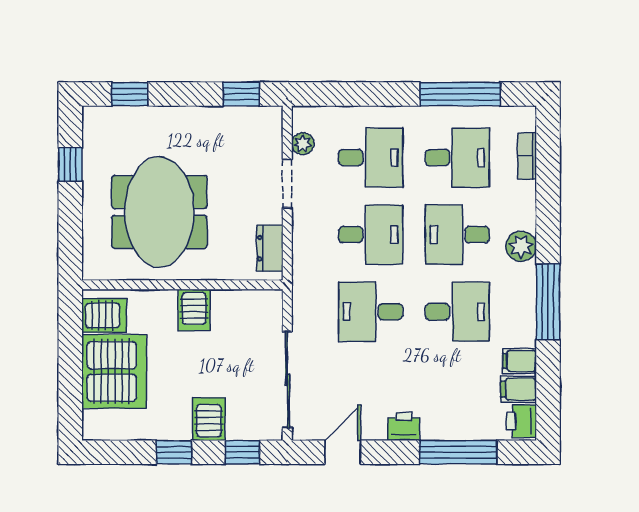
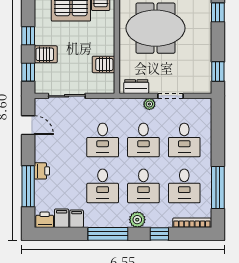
plant: (303, 144) -> (149, 104), moved
bookcase: (527, 156) -> (192, 223), width x1.56
window: (548, 205) -> (159, 234), added
desk: (457, 235) -> (143, 186), turned 180
server rack: (194, 310) -> (103, 64), moved
desk: (371, 312) -> (103, 140), turned 180
sliding door: (287, 380) -> (67, 96), width x0.73
printer: (404, 426) -> (42, 171), moved

